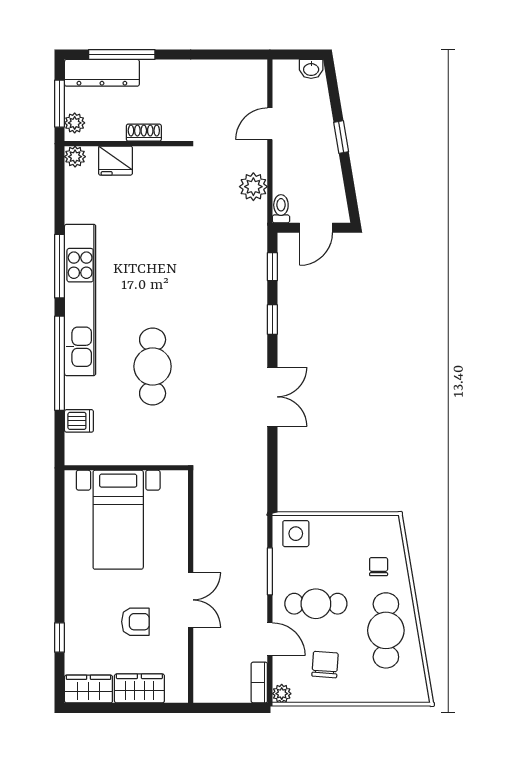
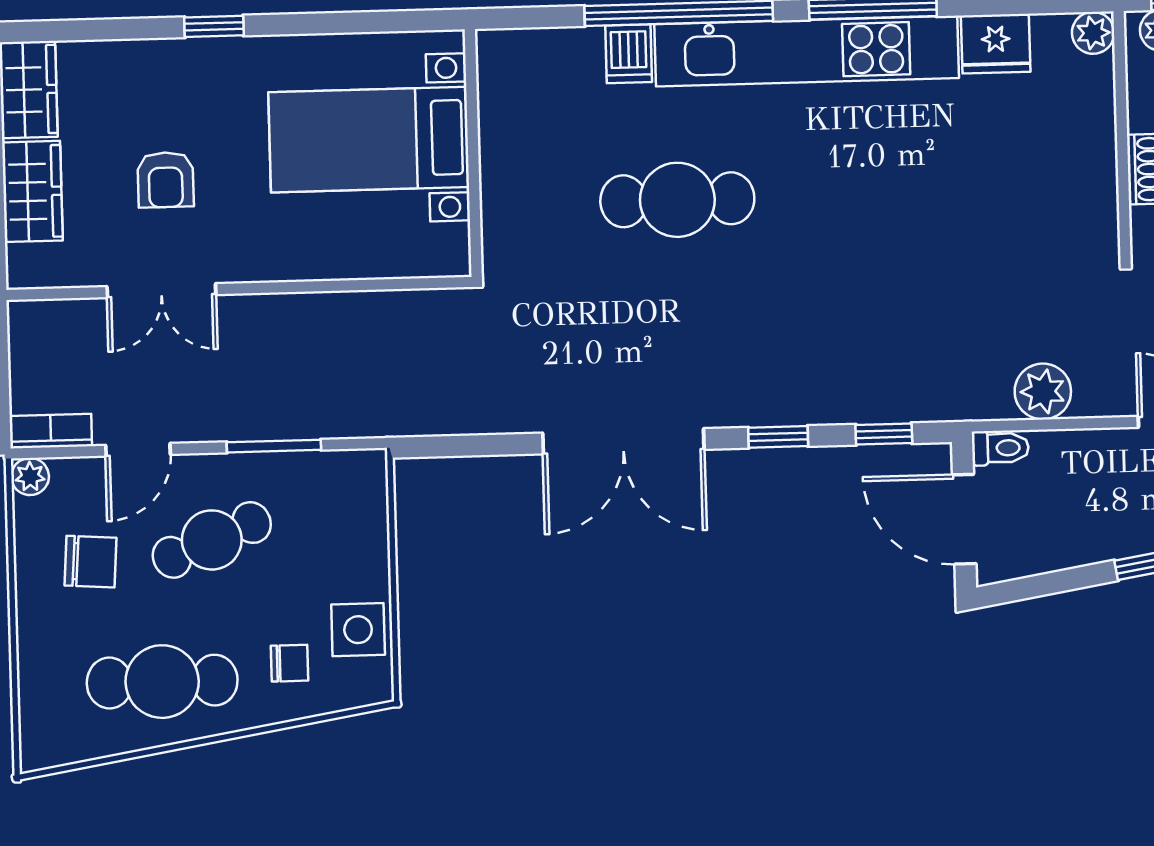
fridge: (115, 161) -> (996, 44), moved, turned -90
door: (316, 228) -> (964, 519), width x1.38
double door: (272, 397) -> (623, 441), width x1.37
dishwasher: (79, 421) -> (629, 54), moved
side table: (296, 534) -> (358, 630), moved
double door: (191, 600) -> (161, 291), moved
cafe table: (316, 604) -> (212, 540), turned 68
window: (60, 638) -> (214, 26), moved

